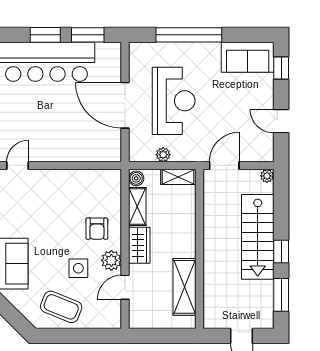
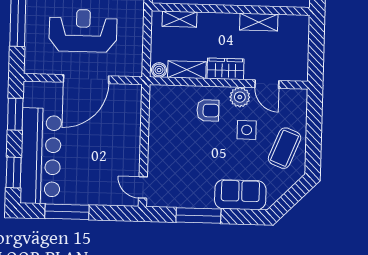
window: (45, 35) -> (14, 172), moved
plant: (163, 155) -> (136, 43), removed
shelving: (178, 177) -> (179, 19), moved, turned 90
shelving: (184, 287) -> (259, 22), width x0.67, depth x0.75

